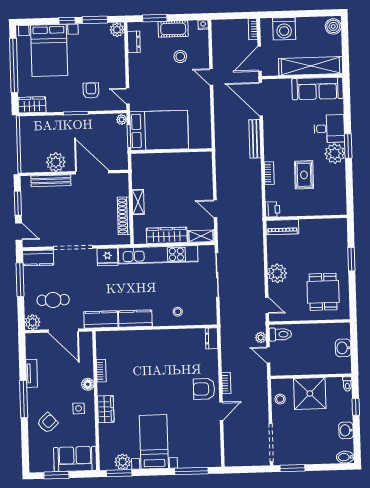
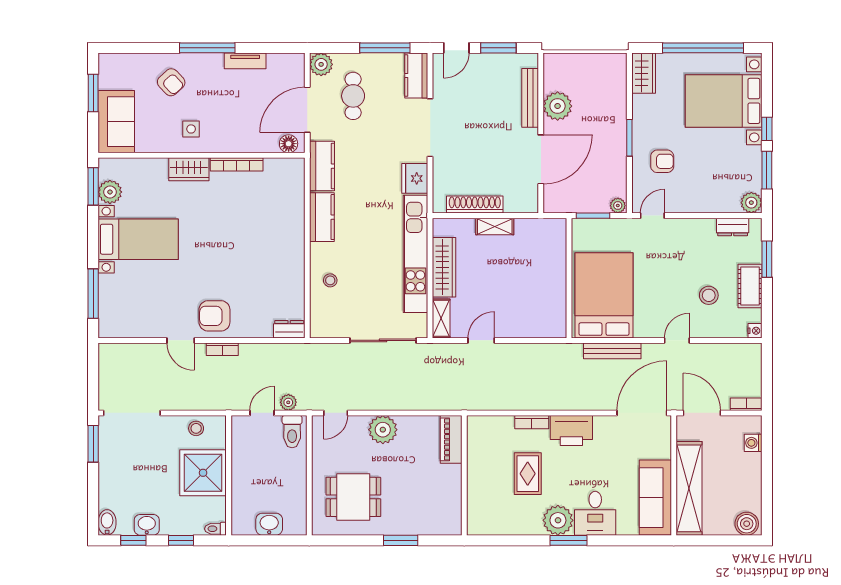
washing machine: (284, 29) -> (753, 443), width x0.53, depth x0.53
bed: (159, 130) -> (604, 295), moved, turned 180
bench: (255, 139) -> (612, 351), moved
rug: (304, 175) -> (528, 474), turned 90
printer: (273, 209) -> (571, 430), moved, width x1.87, depth x1.48
bookcase: (101, 371) -> (237, 164), width x1.56
floor lamp: (88, 384) -> (289, 144), moved
armchair: (204, 389) -> (214, 316), turned -90
window: (357, 439) -> (133, 540), added

